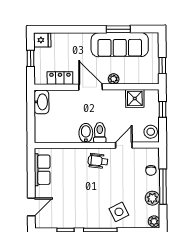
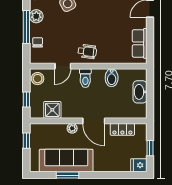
washbasin: (41, 102) -> (140, 92), moved
bidet: (86, 133) -> (112, 78), moved

